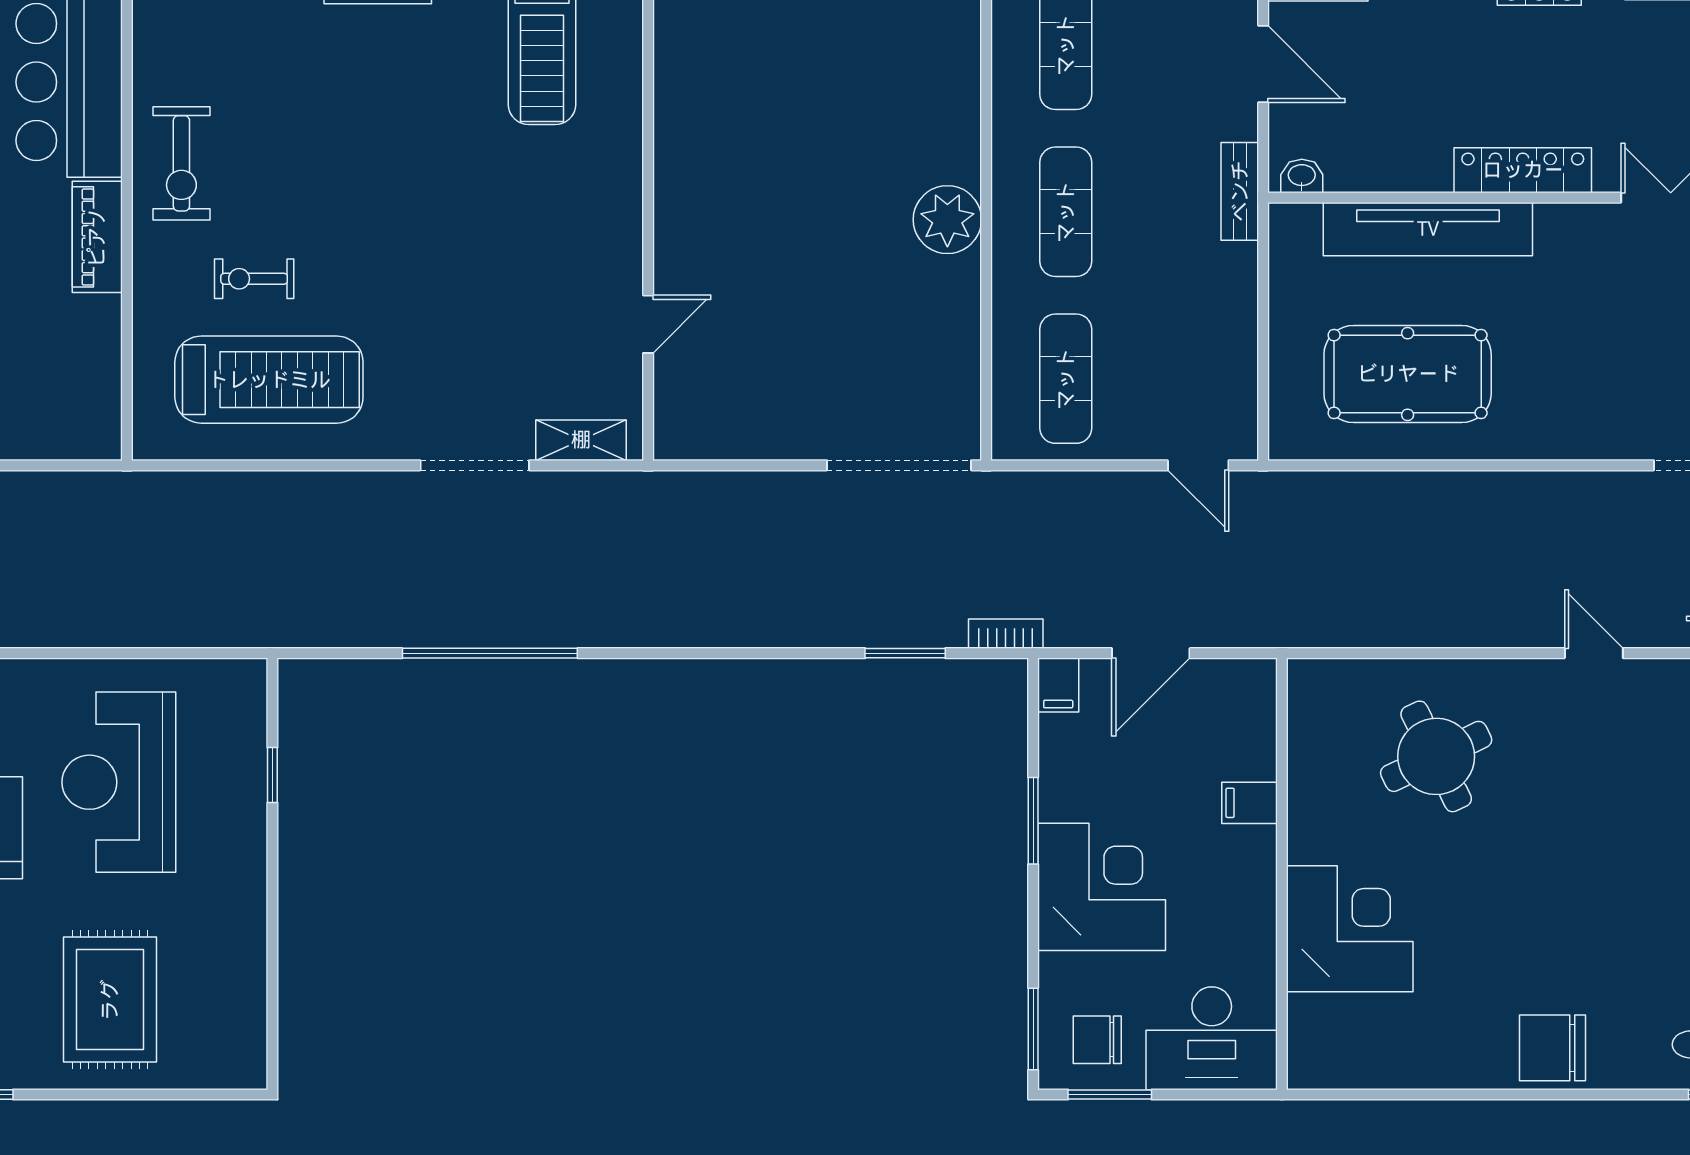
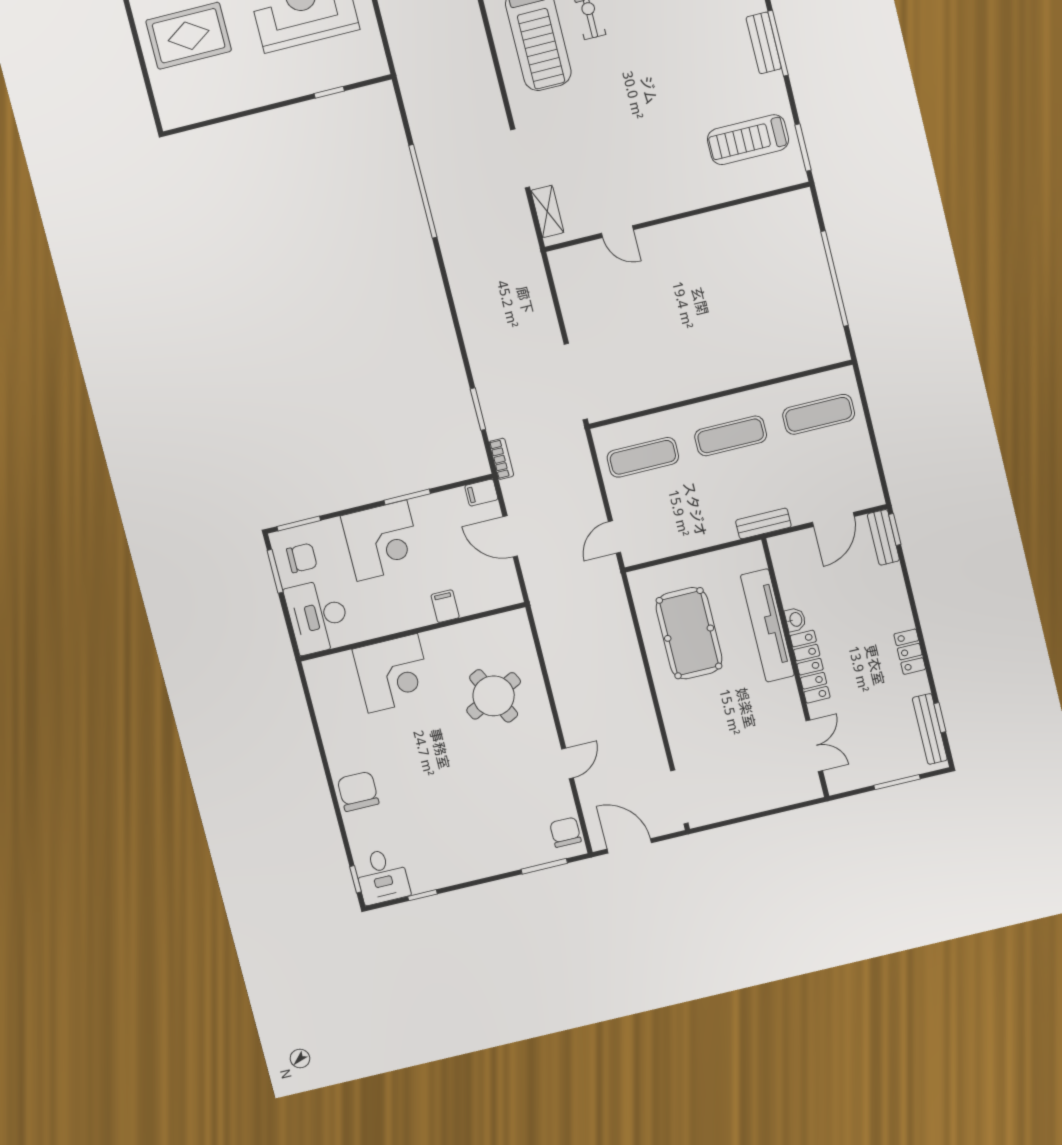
washbasin: (1302, 176) -> (795, 620), moved
plant: (947, 220) -> (711, 375), removed
chair: (1097, 1040) -> (302, 558), turned 90

